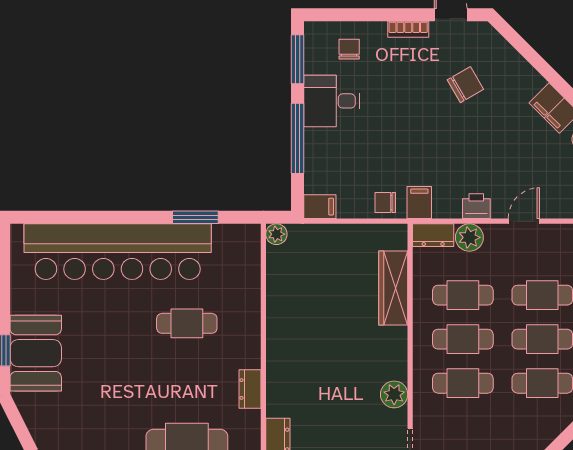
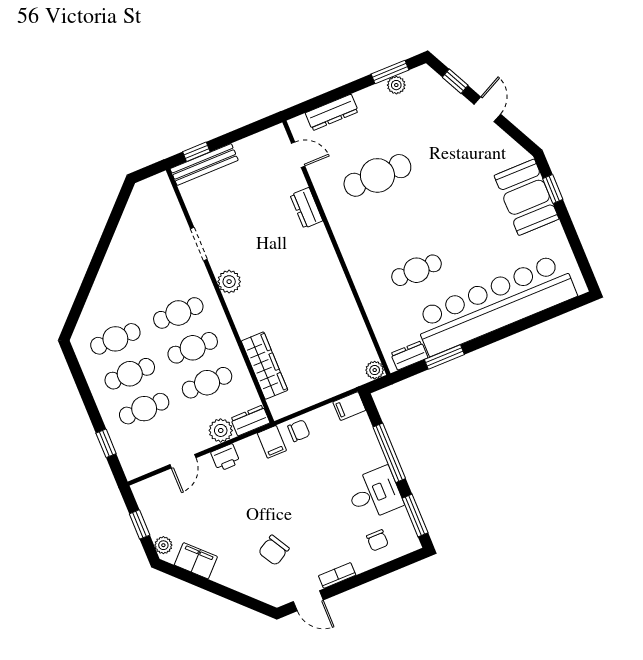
dresser: (250, 389) -> (409, 355), moved, turned -90

